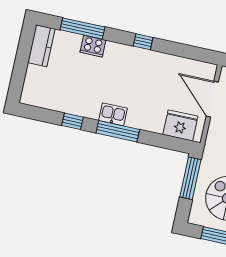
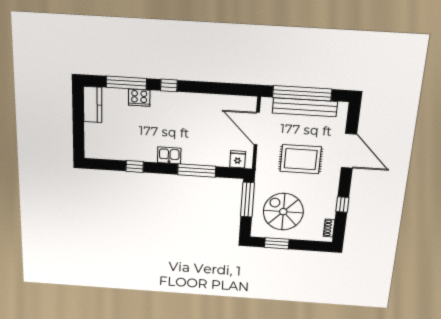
window: (143, 42) -> (169, 85), moved
fridge: (180, 125) -> (238, 159), width x0.53, depth x0.75
window: (118, 131) -> (197, 170), moved

